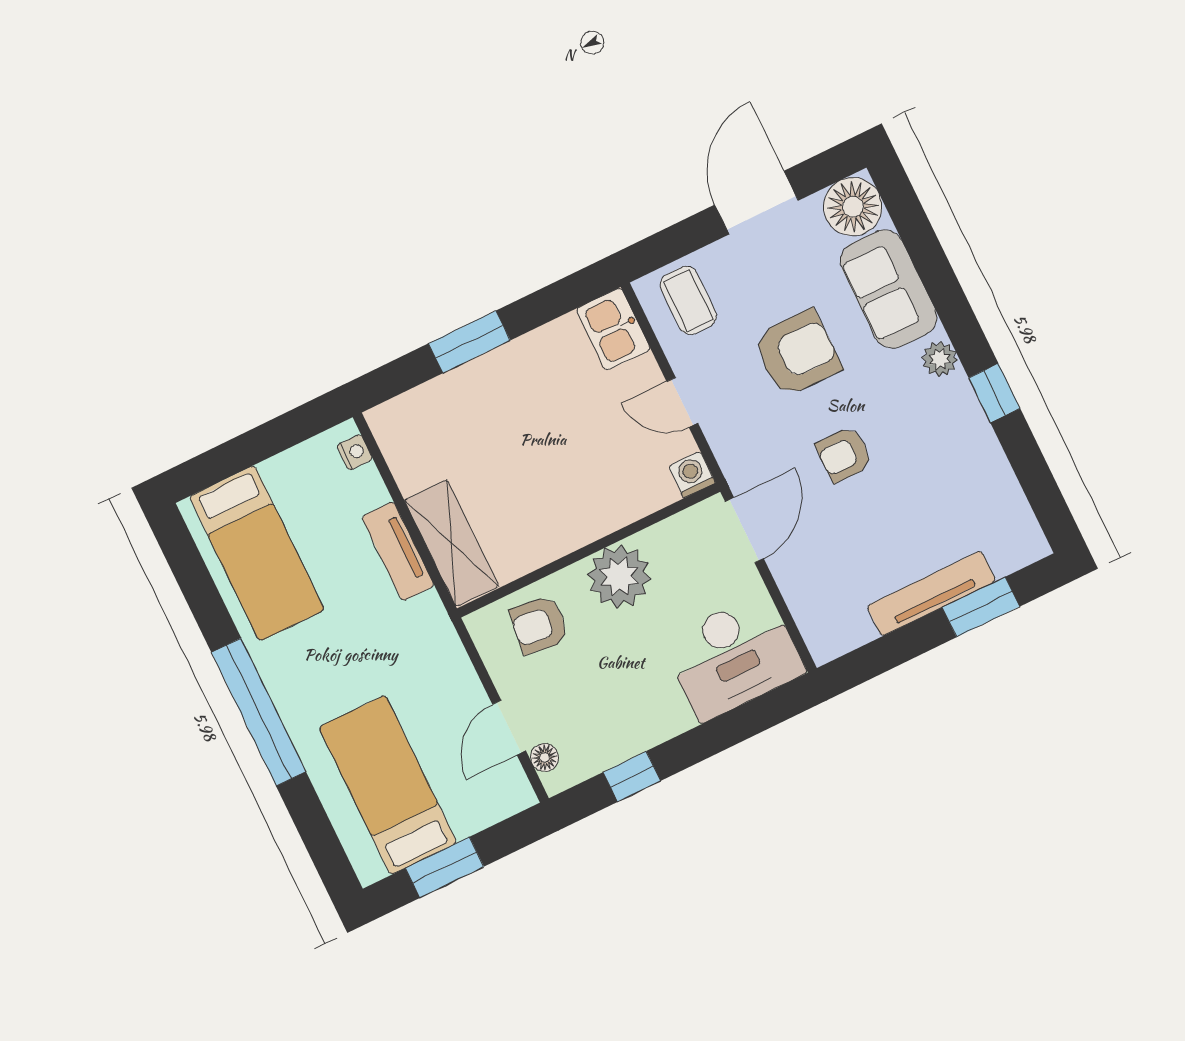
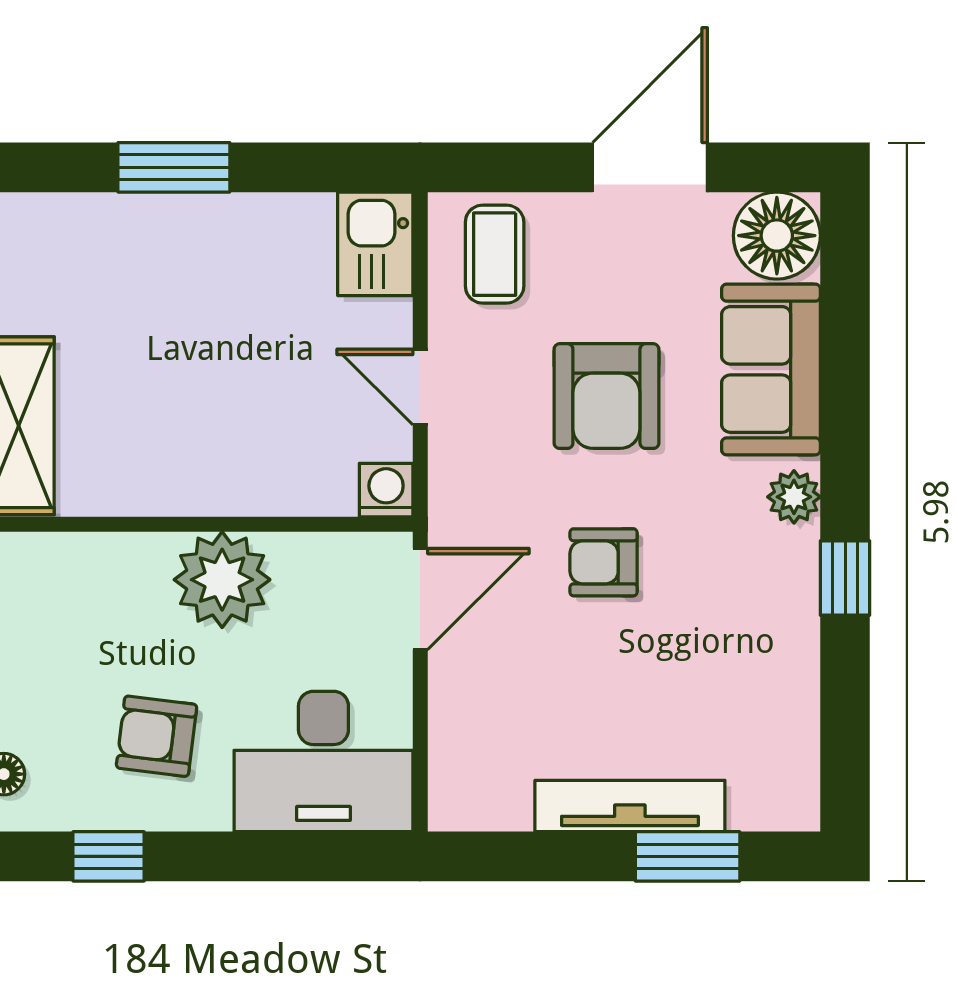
armchair: (797, 353) -> (606, 396), turned 90
armchair: (539, 625) -> (157, 736), moved

